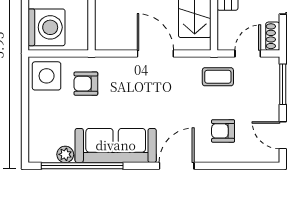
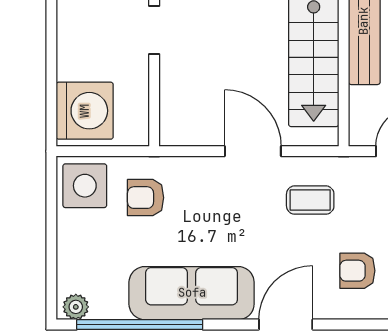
coffee table: (218, 77) -> (310, 200), moved
plant: (65, 154) -> (76, 307), moved

